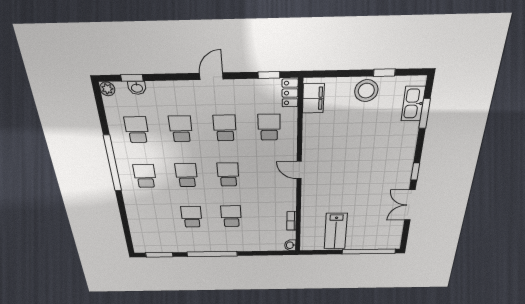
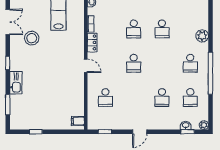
stool: (366, 91) -> (32, 38), moved
locker: (290, 93) -> (92, 42), moved
filing cabinet: (313, 98) -> (78, 121), width x0.50
kitchen sink: (413, 104) -> (16, 83), moved
school desk: (225, 128) -> (134, 98), removed
school desk: (186, 175) -> (162, 63), removed
double door: (410, 205) -> (8, 22), moved
plant: (134, 210) -> (202, 36), added

